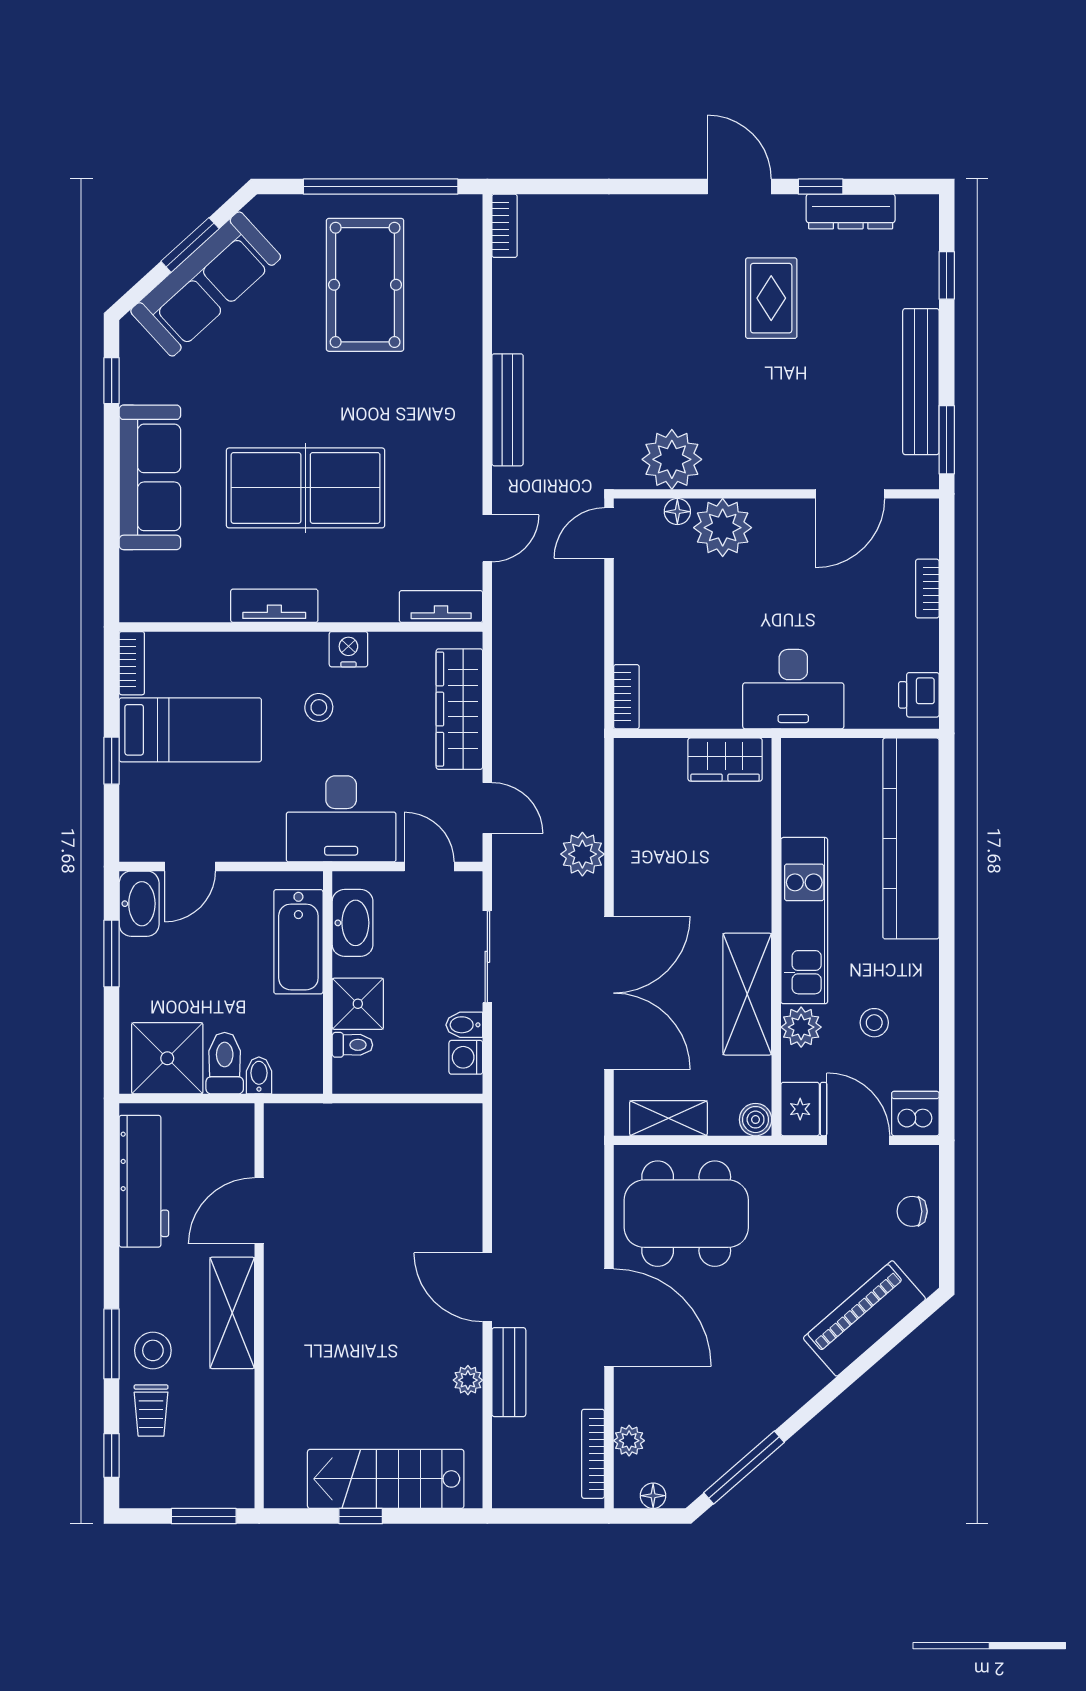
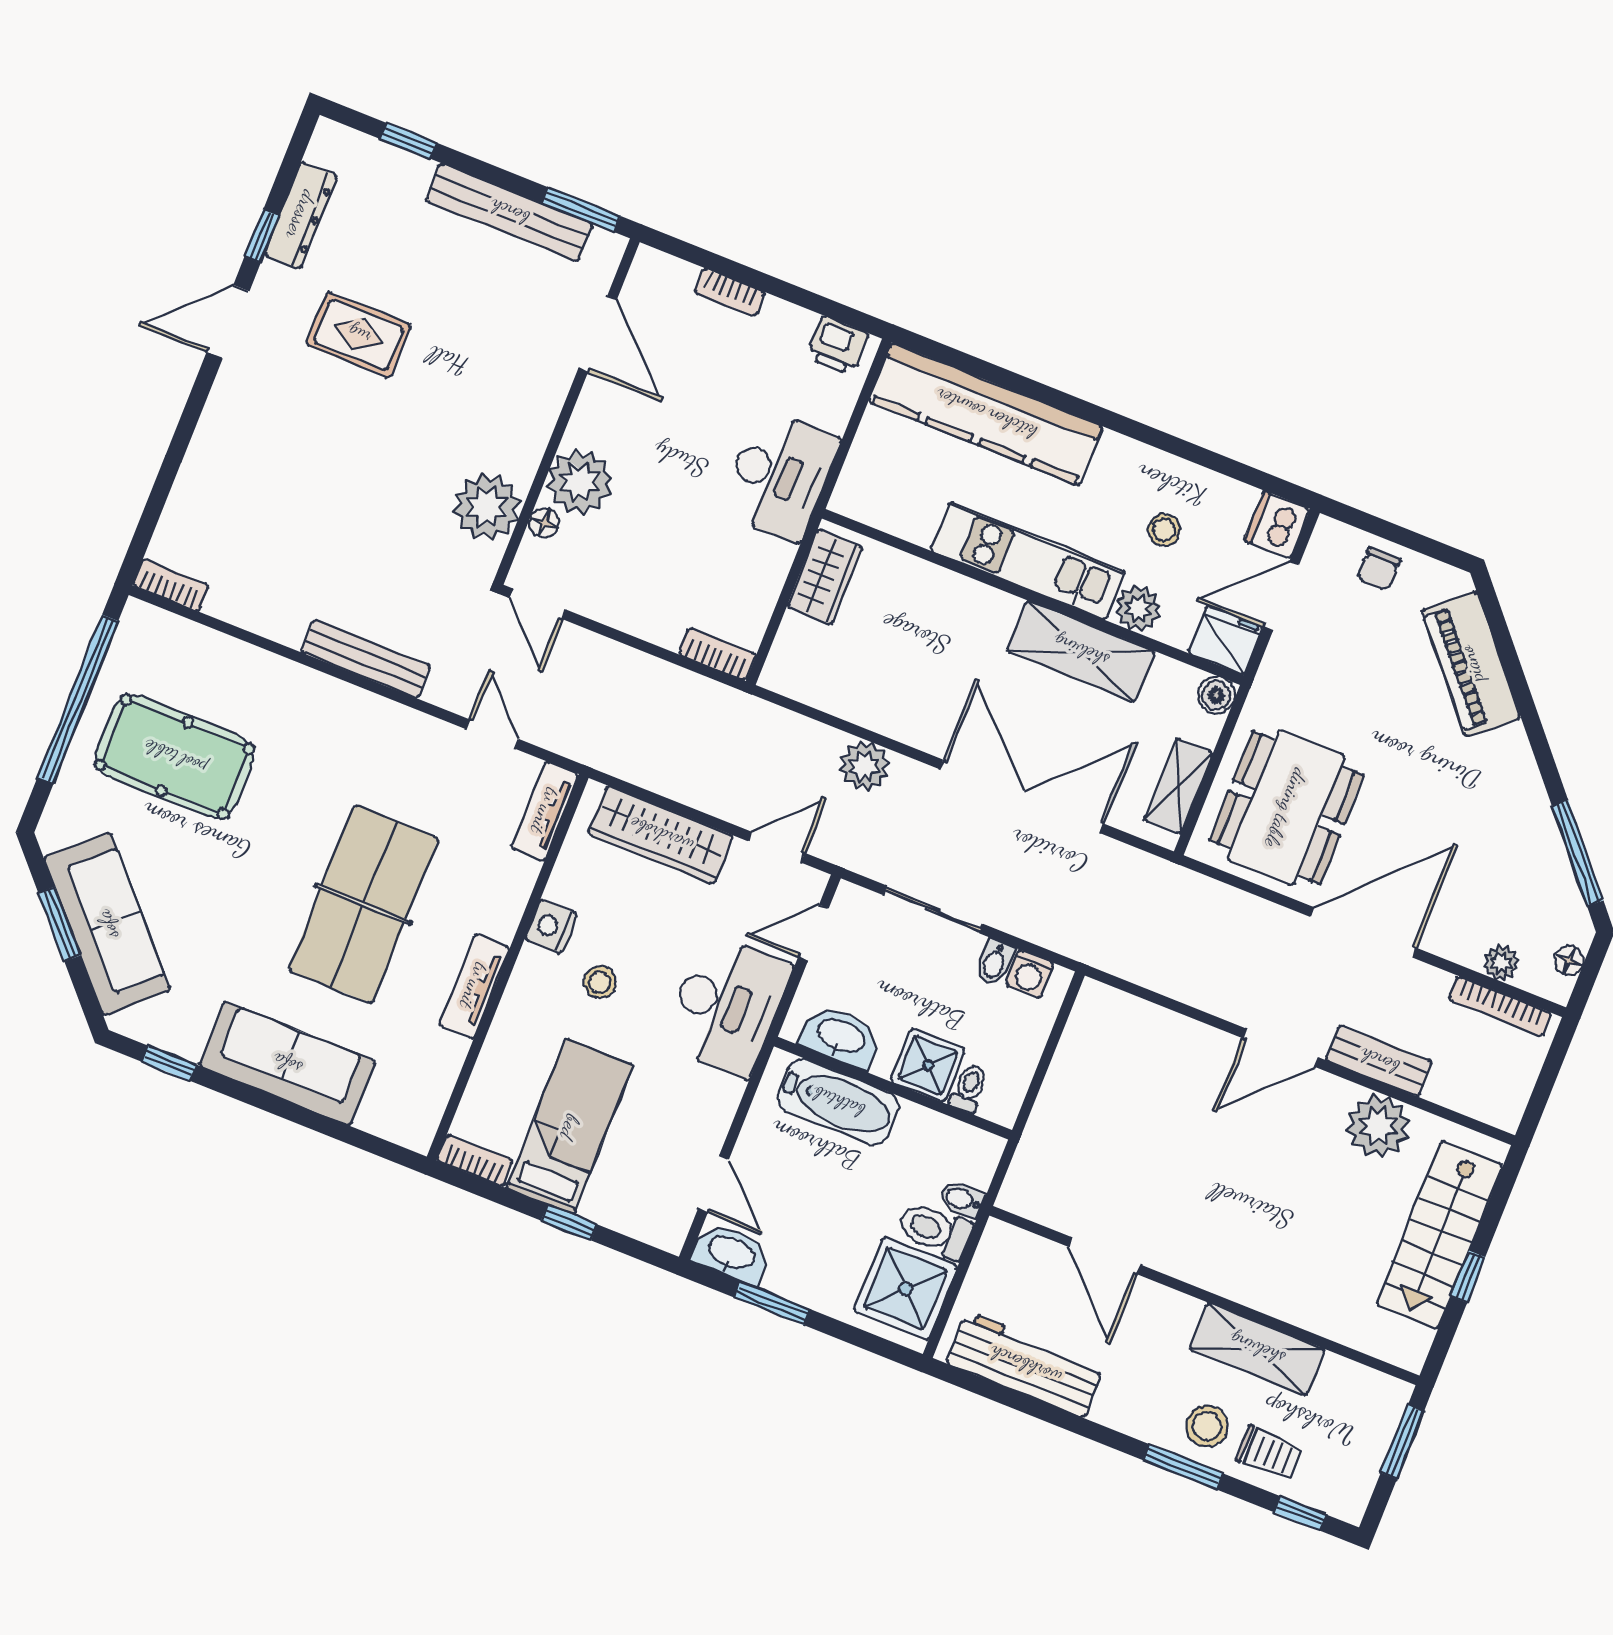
shelving: (232, 1313) -> (1257, 1349), moved
plant: (468, 1380) -> (1378, 1126), width x1.88, depth x1.88

